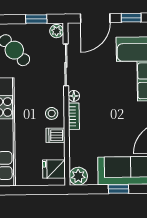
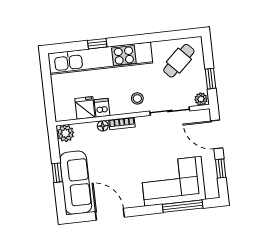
floor lamp: (74, 96) -> (103, 126), moved
stool: (52, 113) -> (137, 98), moved
fridge: (54, 169) -> (85, 108), moved

